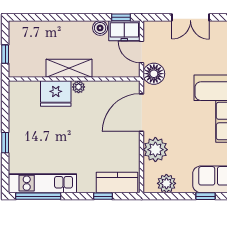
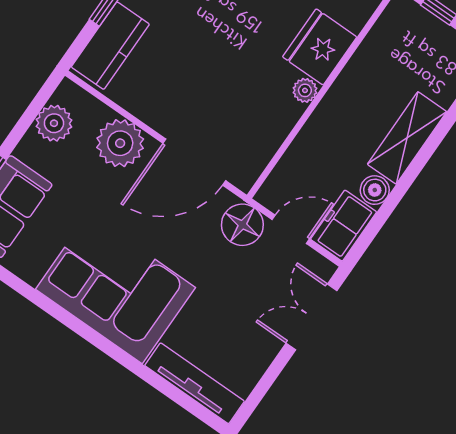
window: (121, 17) -> (368, 235), removed
double door: (190, 17) -> (312, 317), moved
shelving: (69, 68) -> (407, 138), moved
door: (142, 113) -> (194, 162), swing flipped

